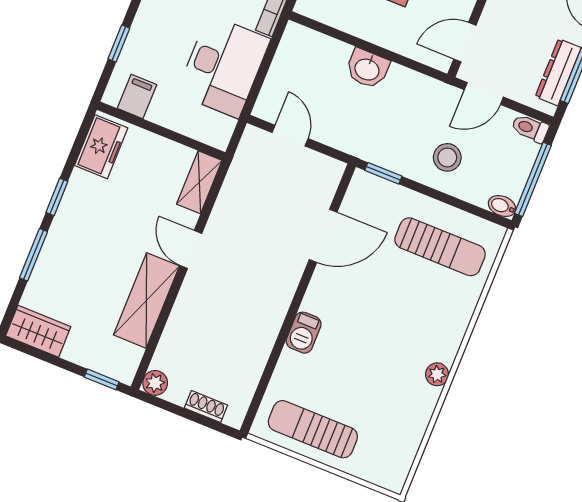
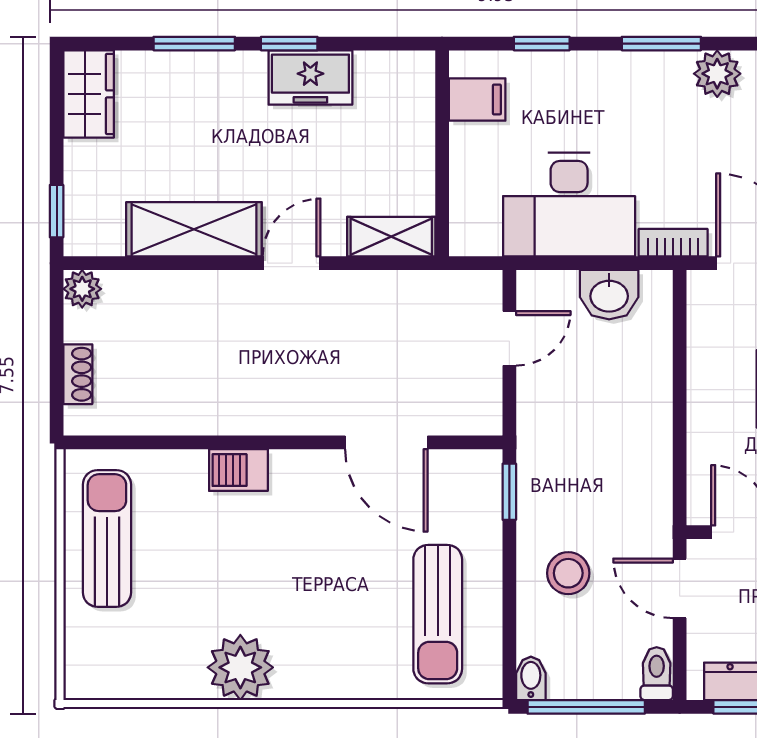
washbasin: (367, 69) -> (609, 295), moved, turned -90
freezer: (101, 147) -> (310, 77), moved
plant: (437, 374) -> (240, 667), width x1.88, depth x1.88

